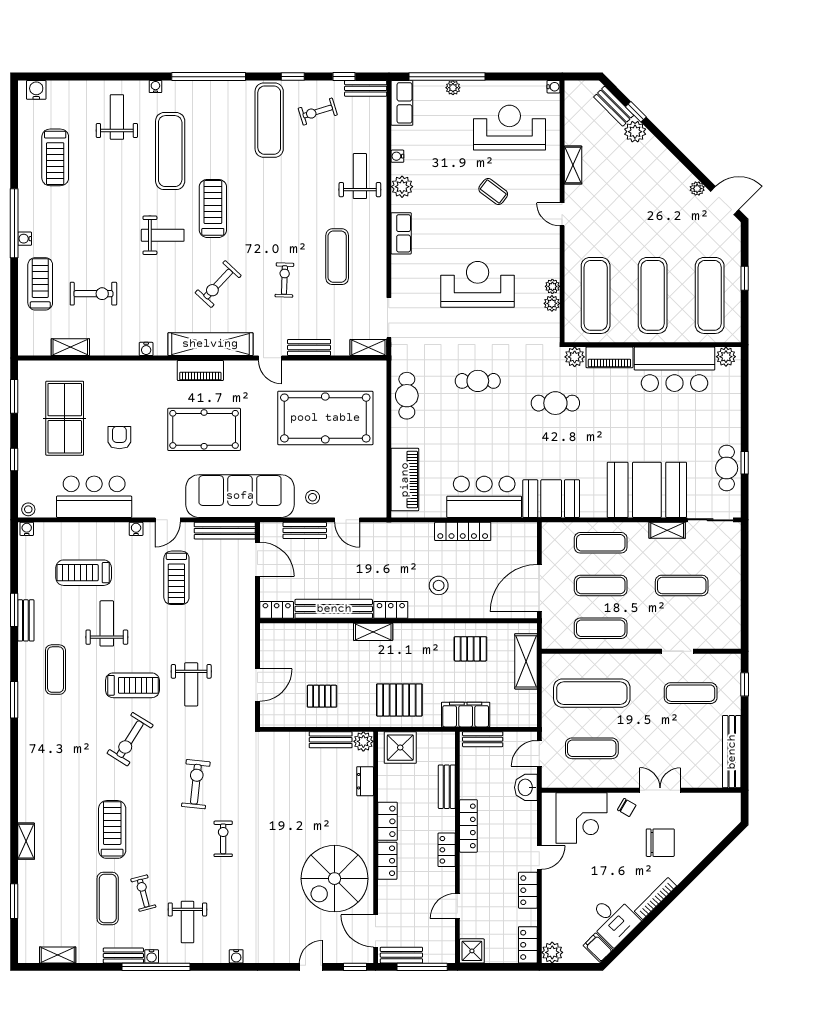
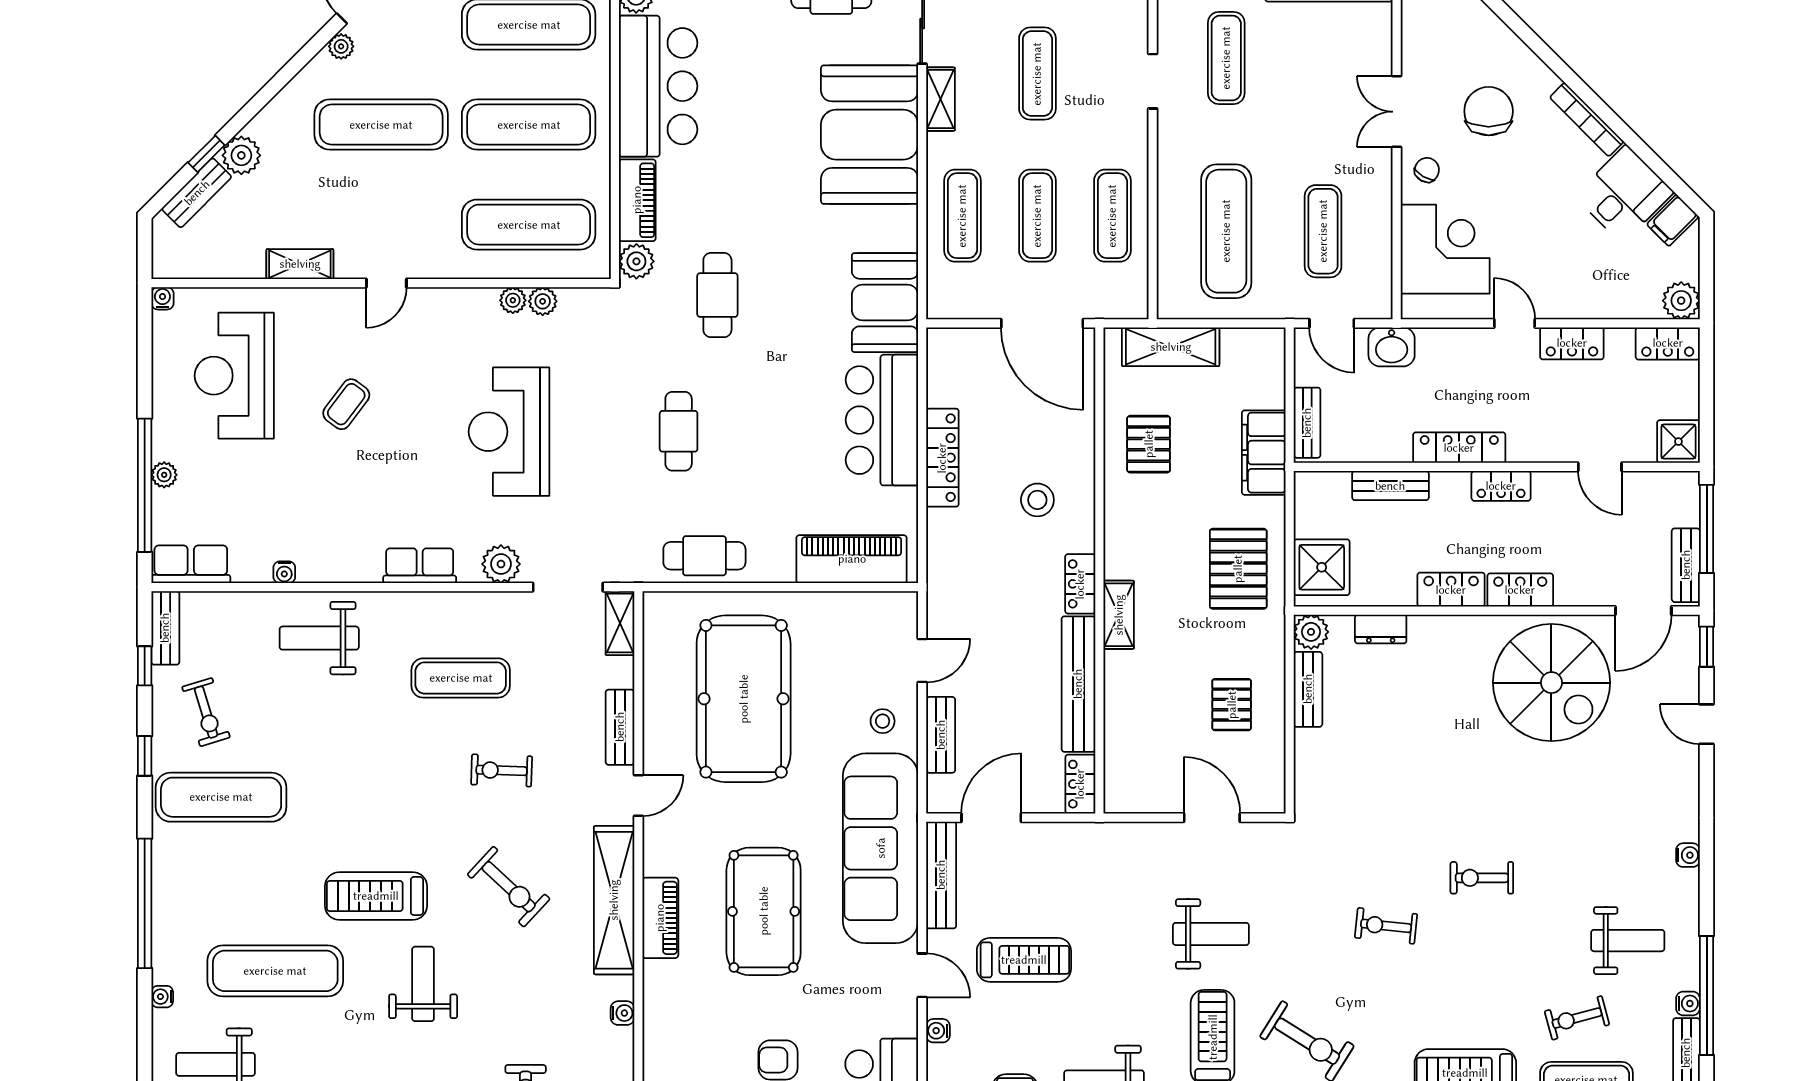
plant: (402, 187) -> (501, 564), moved
exercise mat: (653, 211) -> (381, 125), added
exercise bike: (196, 784) -> (1386, 926), width x0.73, depth x0.72

